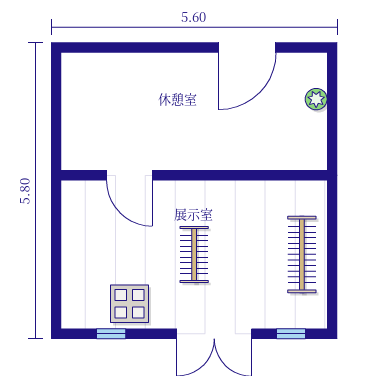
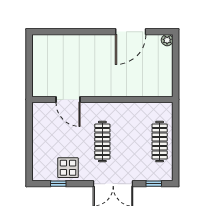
plant: (316, 99) -> (167, 40), moved
clothes rail: (194, 254) -> (102, 142), width x1.36

